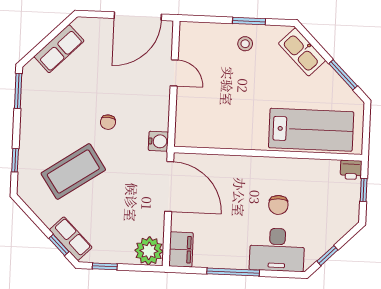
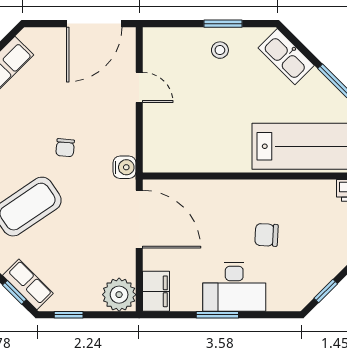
chair: (278, 205) -> (266, 235), turned 93
desk: (277, 250) -> (234, 287), moved
window: (233, 272) -> (217, 315), width x0.69

